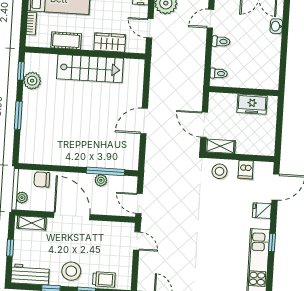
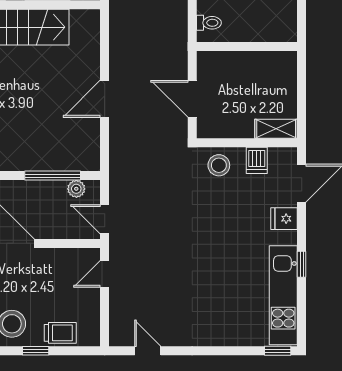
freezer: (252, 104) -> (260, 65), removed
shelving: (220, 146) -> (276, 129), moved
plant: (101, 180) -> (76, 189), moved
door: (137, 241) -> (105, 274), swing flipped

